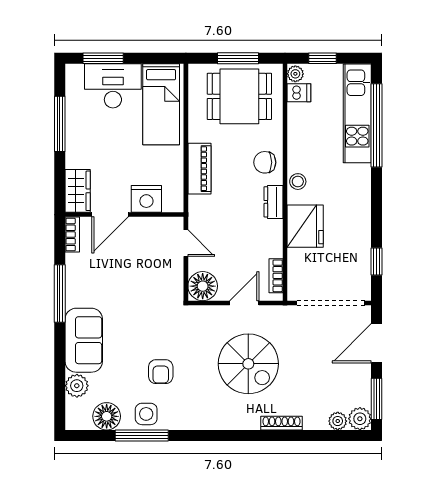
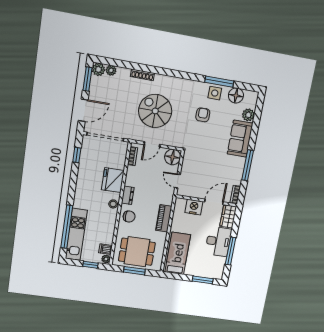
desk: (113, 86) -> (218, 241), moved, turned -90

